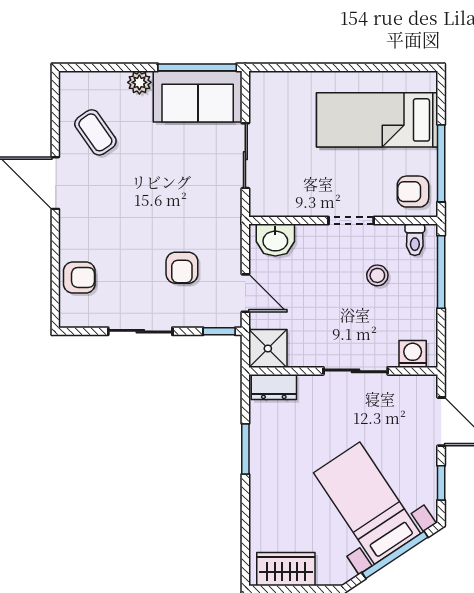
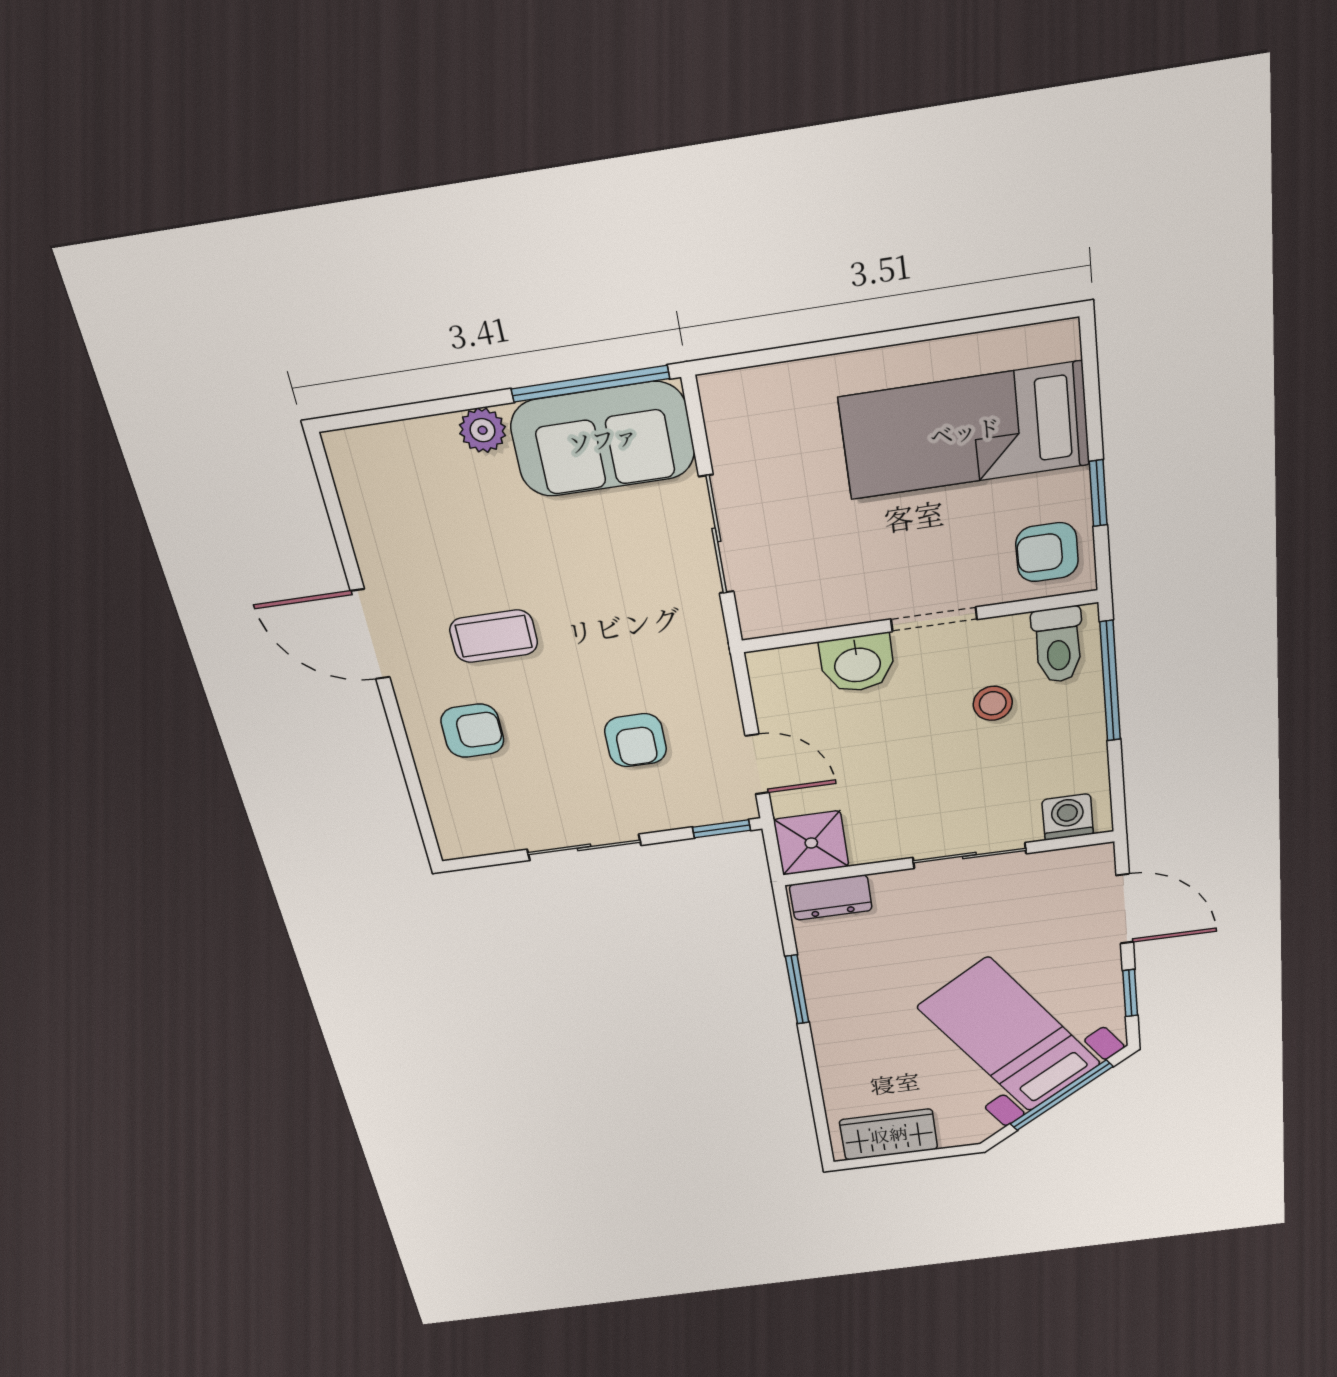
coffee table: (95, 132) -> (494, 636), moved, turned -55
window: (441, 163) -> (1098, 493), width x0.46
washbasin: (275, 240) -> (857, 663), moved
toilet: (415, 240) -> (1058, 645), width x1.37, depth x1.39
armchair: (79, 277) -> (472, 731), moved

